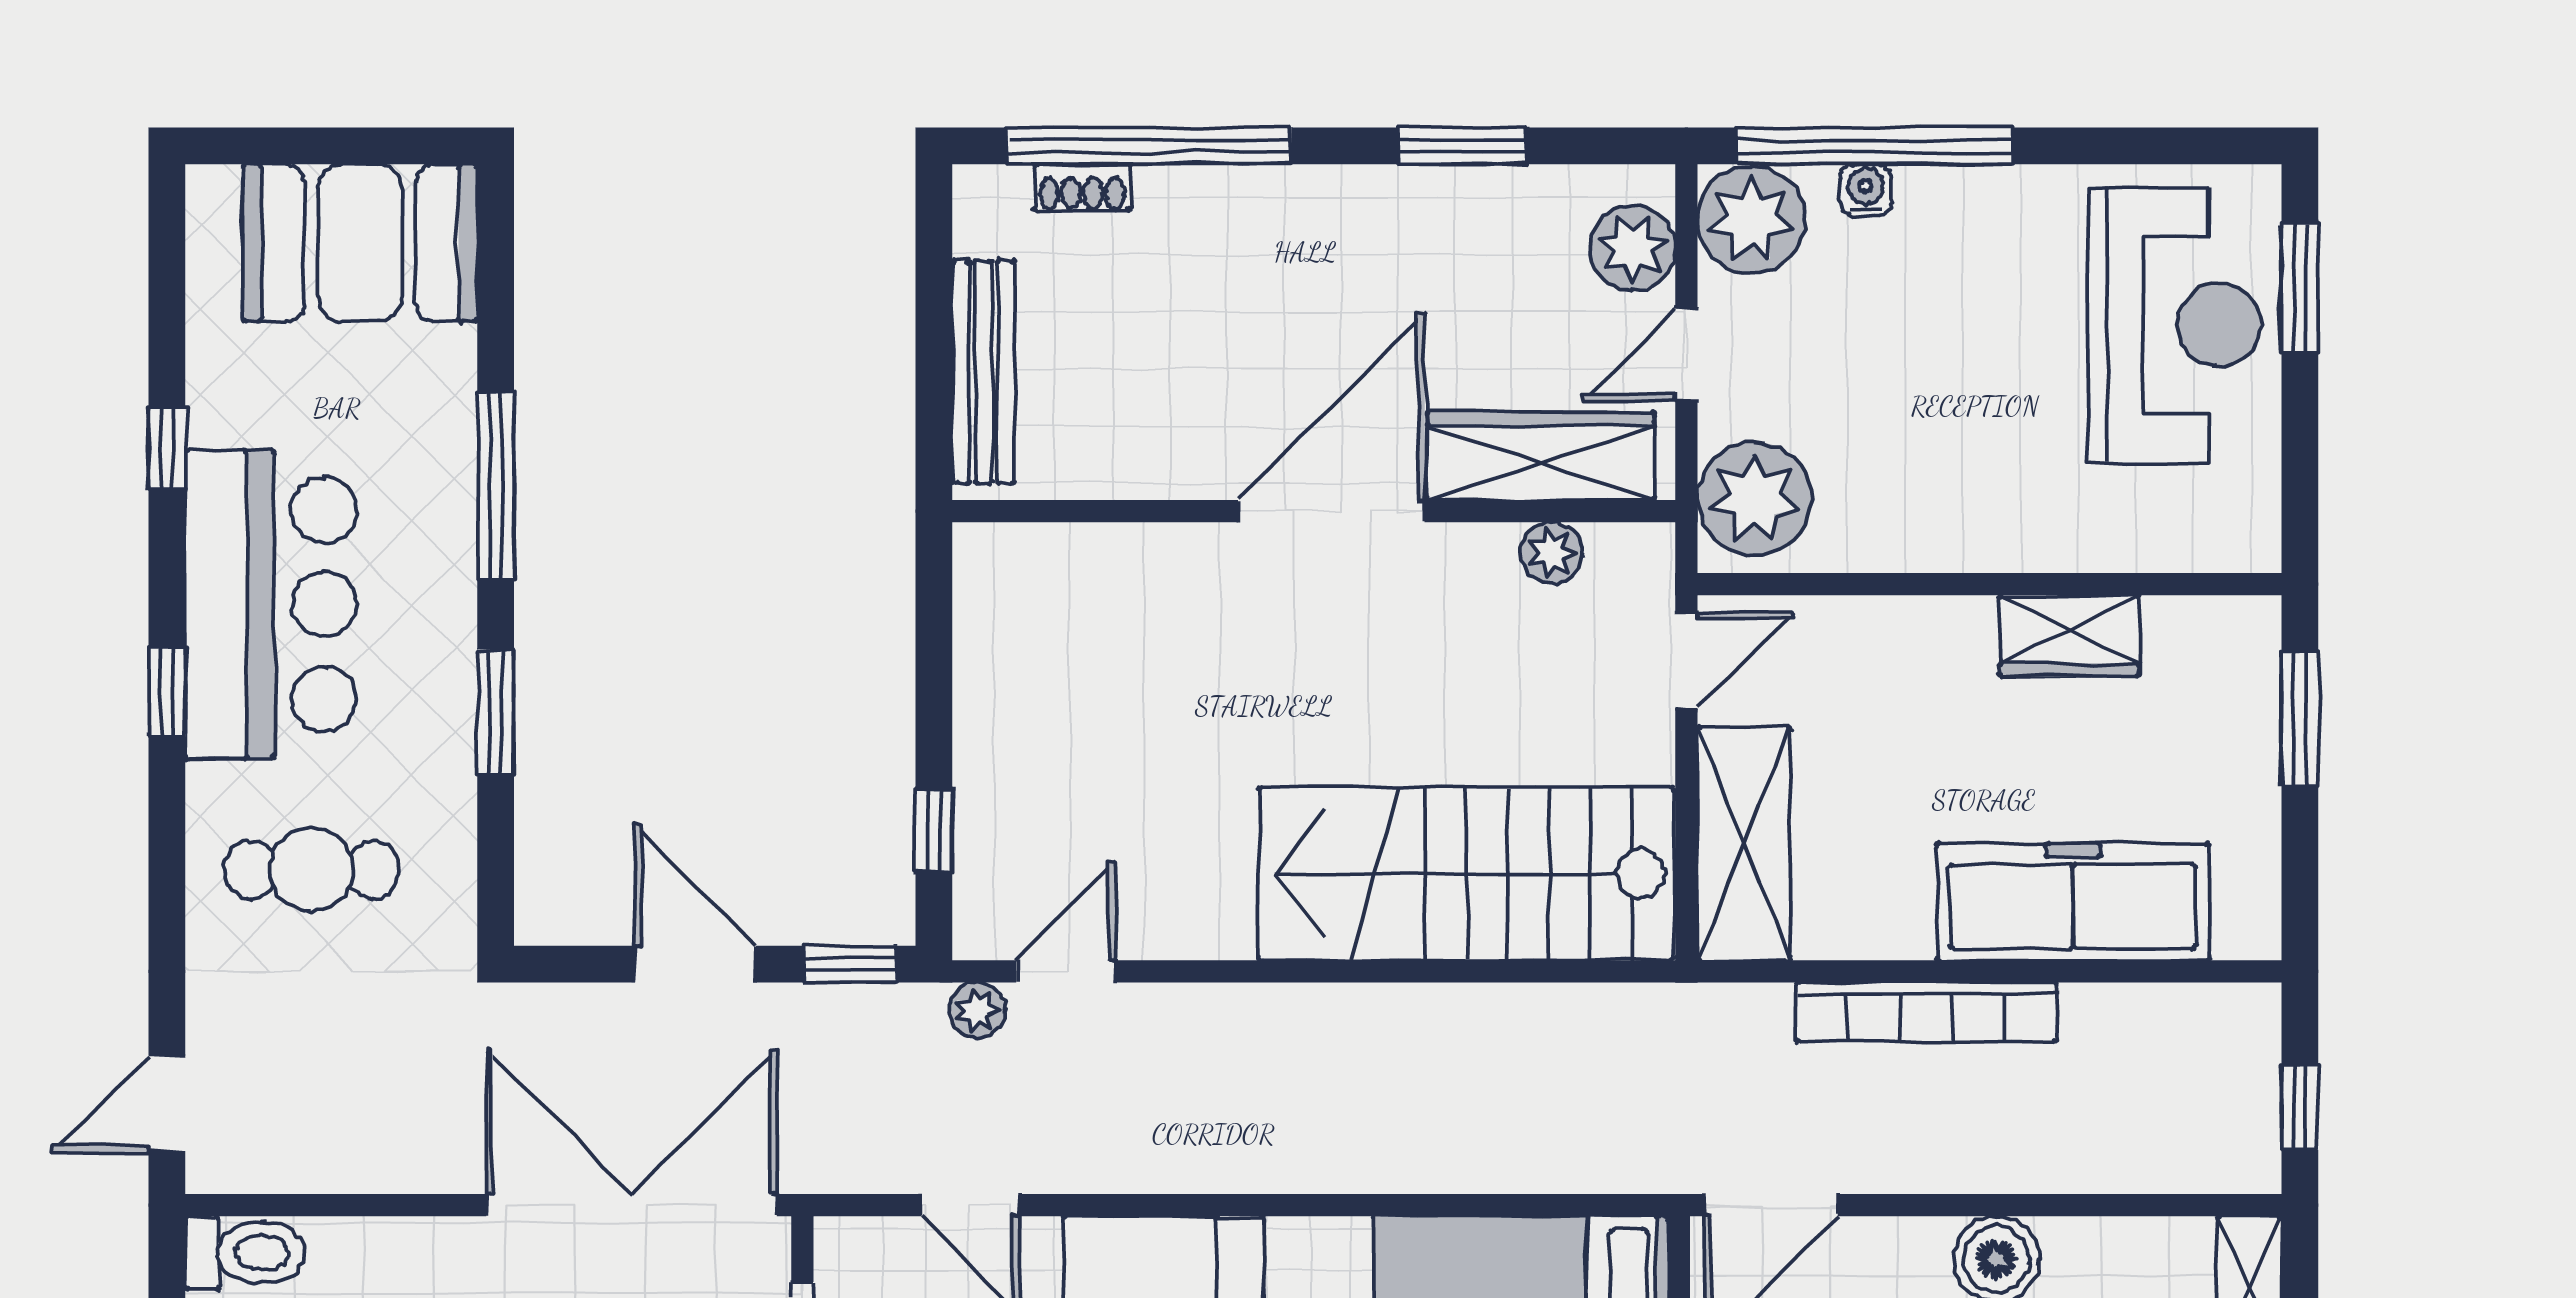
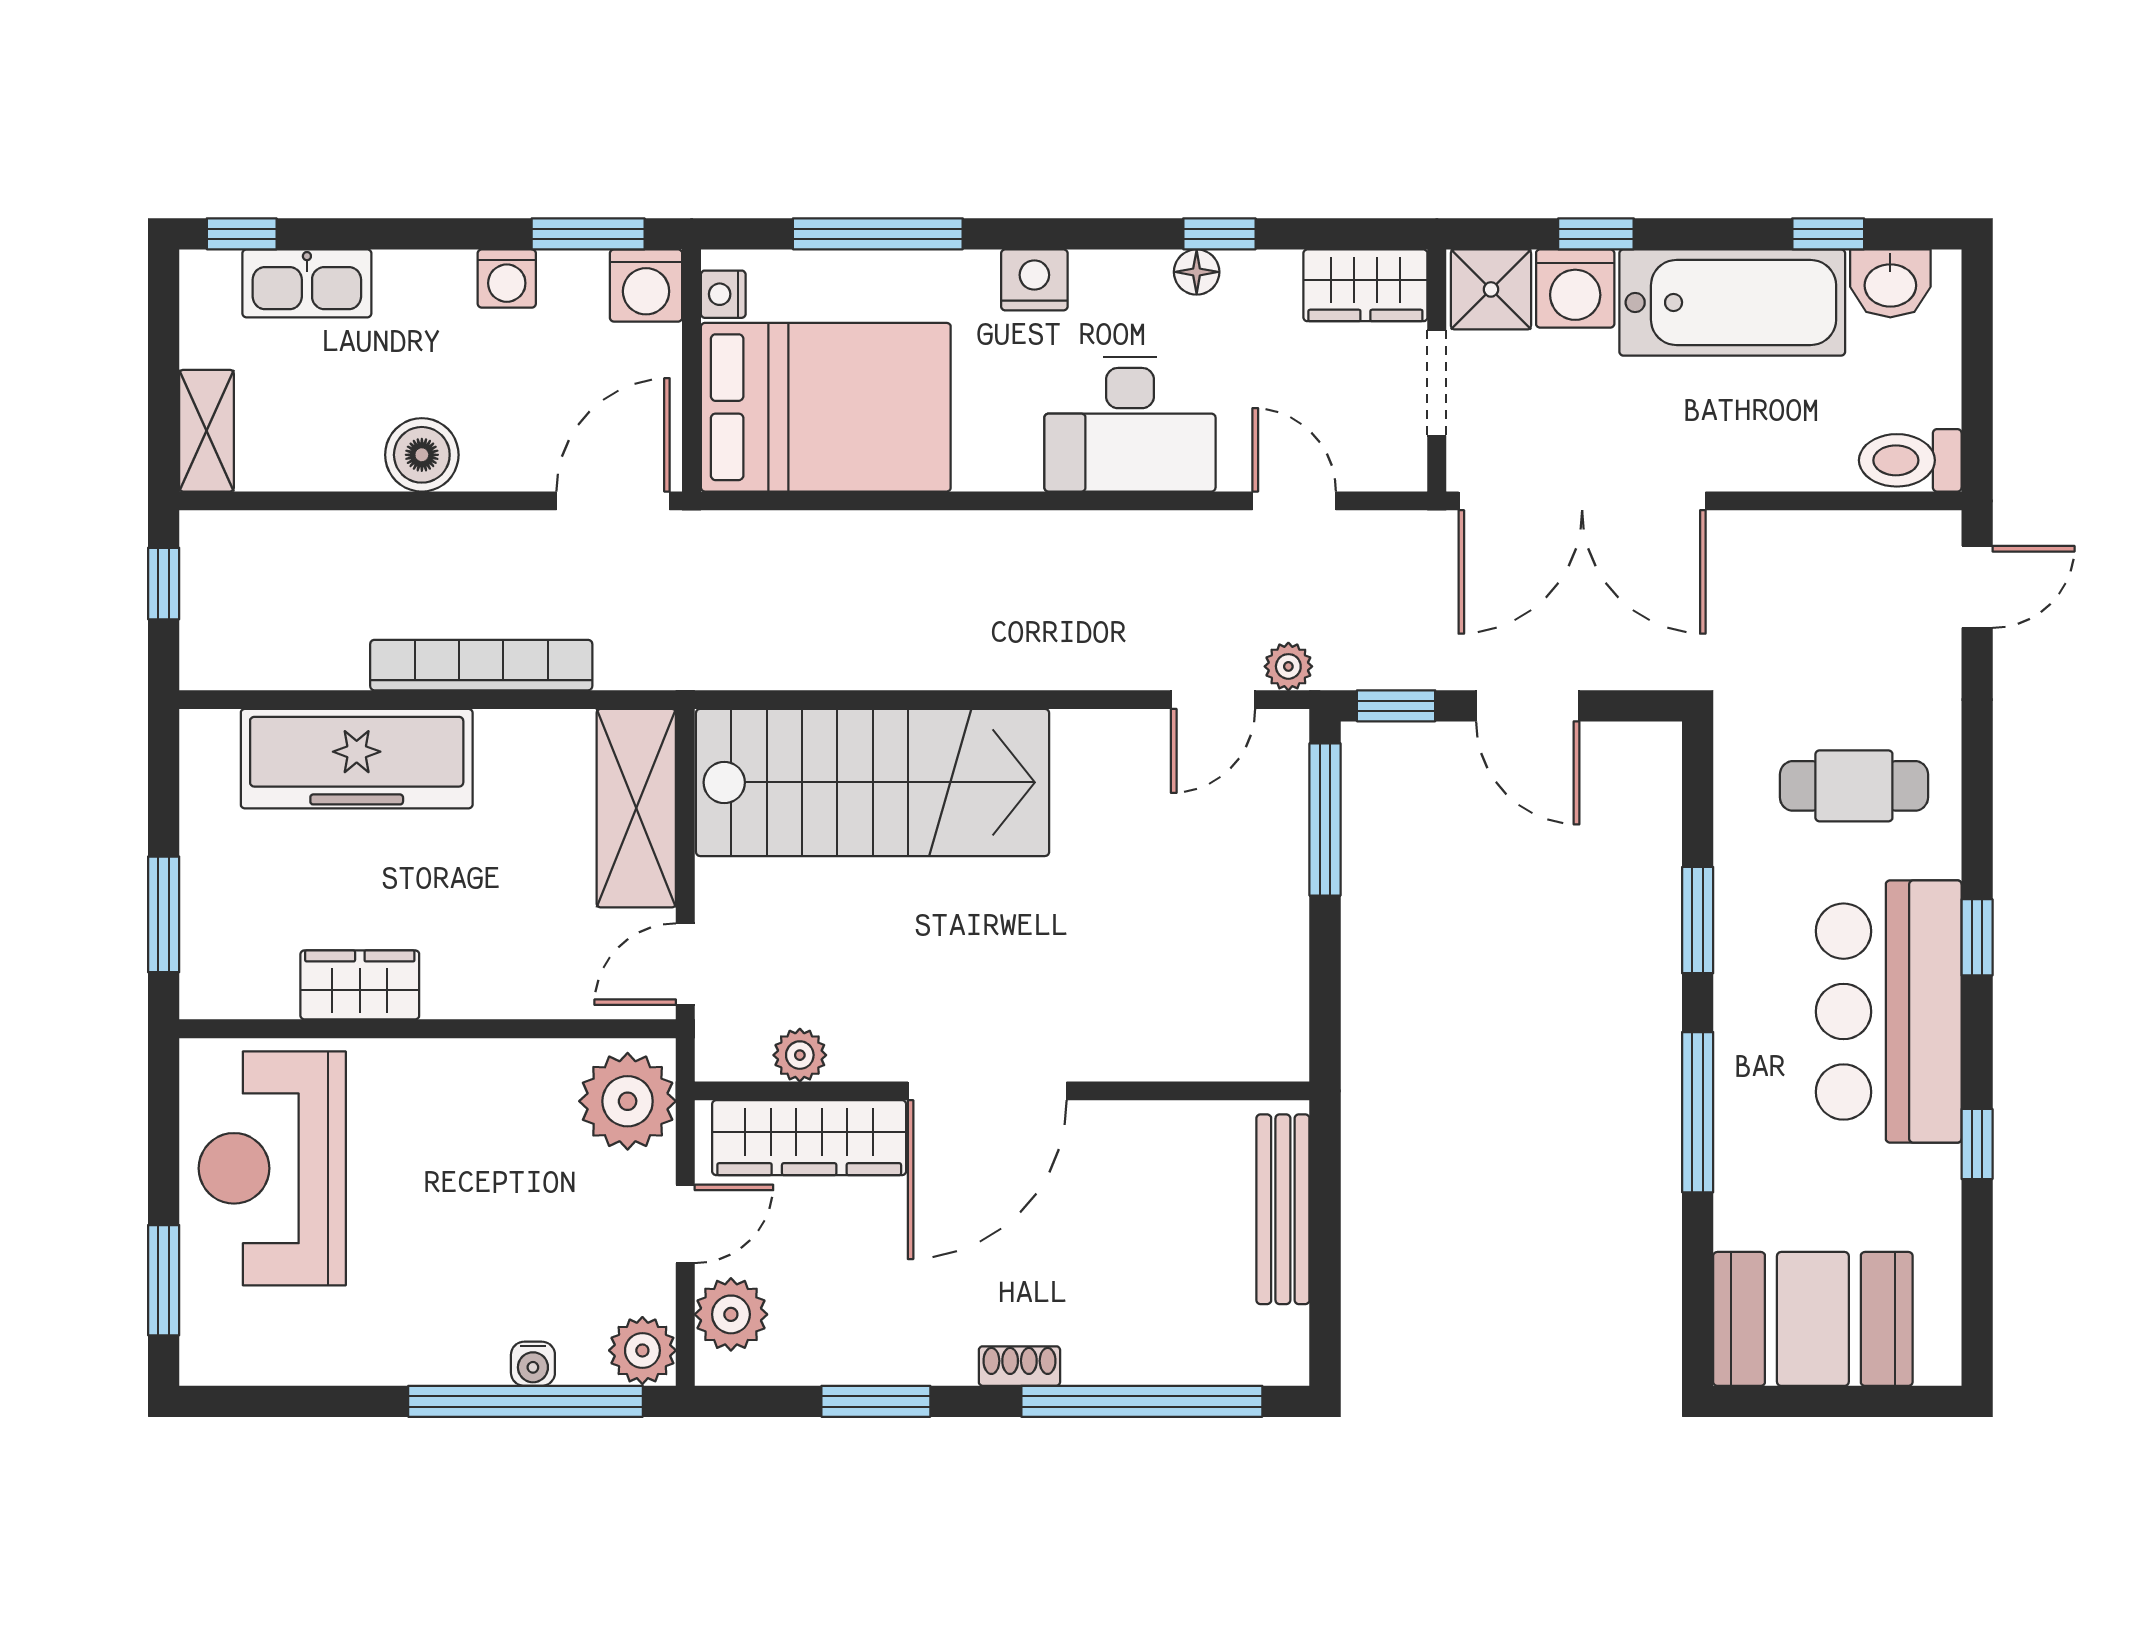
shoe rack: (1082, 187) -> (1019, 1366), moved
plant: (1751, 220) -> (642, 1350), width x0.73, depth x0.73
reception desk: (2174, 325) -> (272, 1168), moved
window: (934, 830) -> (1325, 819), width x2.17

